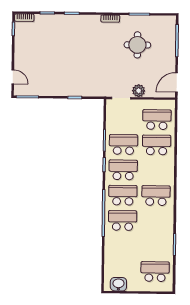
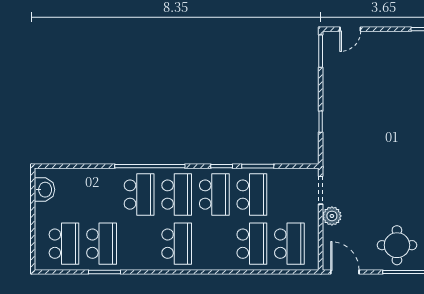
round table: (137, 45) -> (397, 245), moved
school desk: (155, 246) -> (102, 244), added

